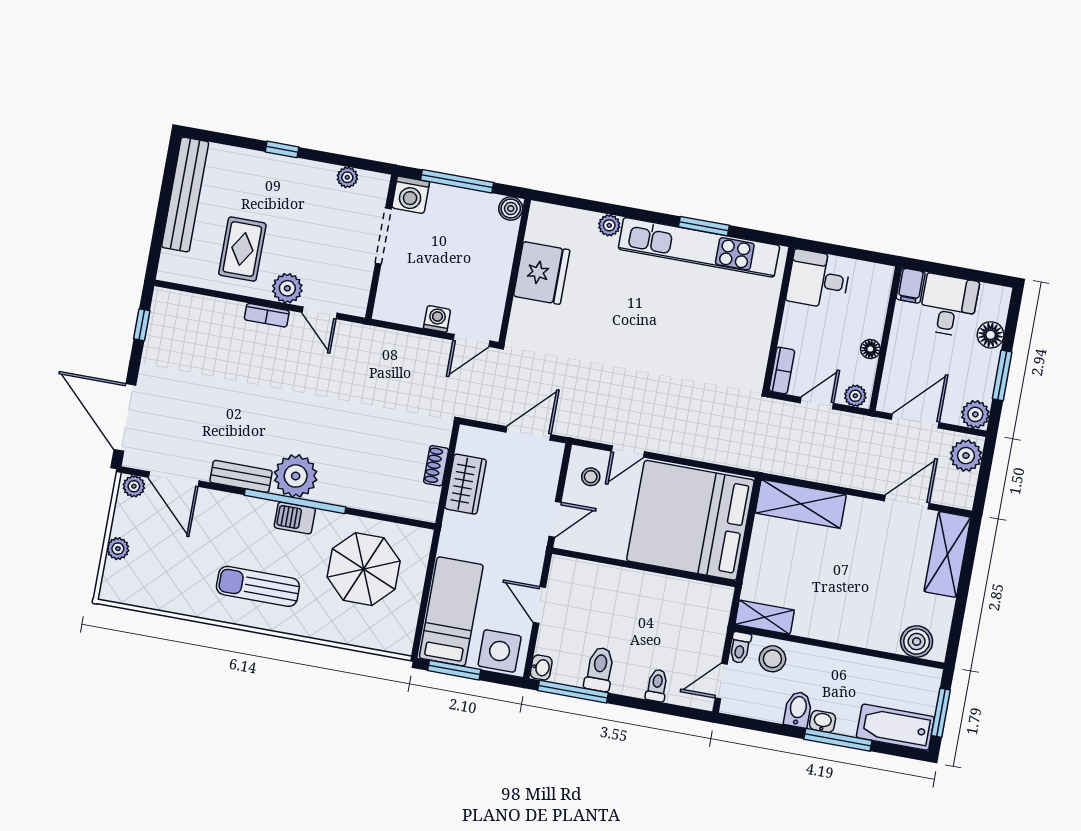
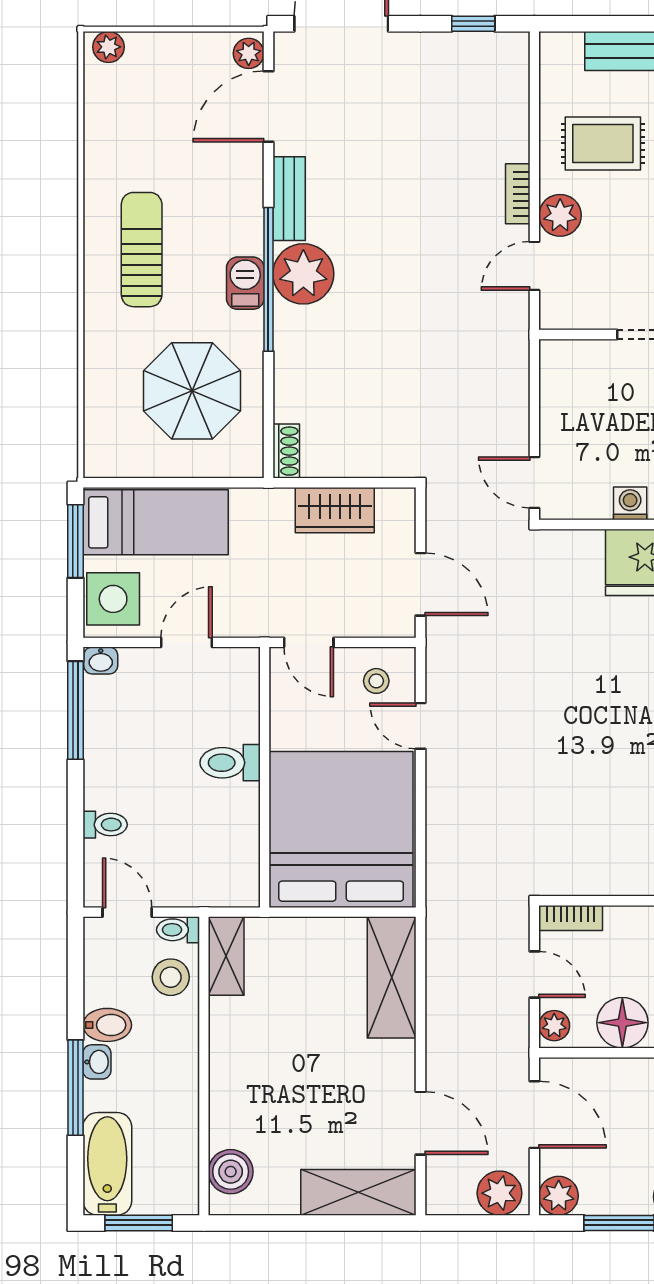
washing machine: (437, 319) -> (630, 503), moved, turned -90
floor lamp: (870, 349) -> (622, 1023), width x1.89, depth x1.89
shoe rack: (436, 466) -> (286, 451), moved, turned 90
plant: (118, 549) -> (108, 47), moved
toilet: (599, 669) -> (230, 763), moved, turned 180

